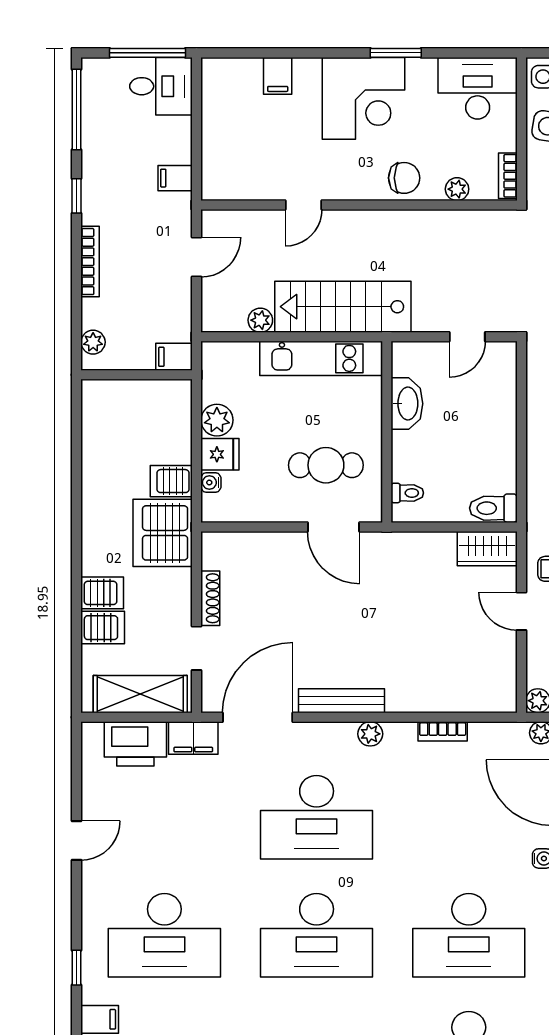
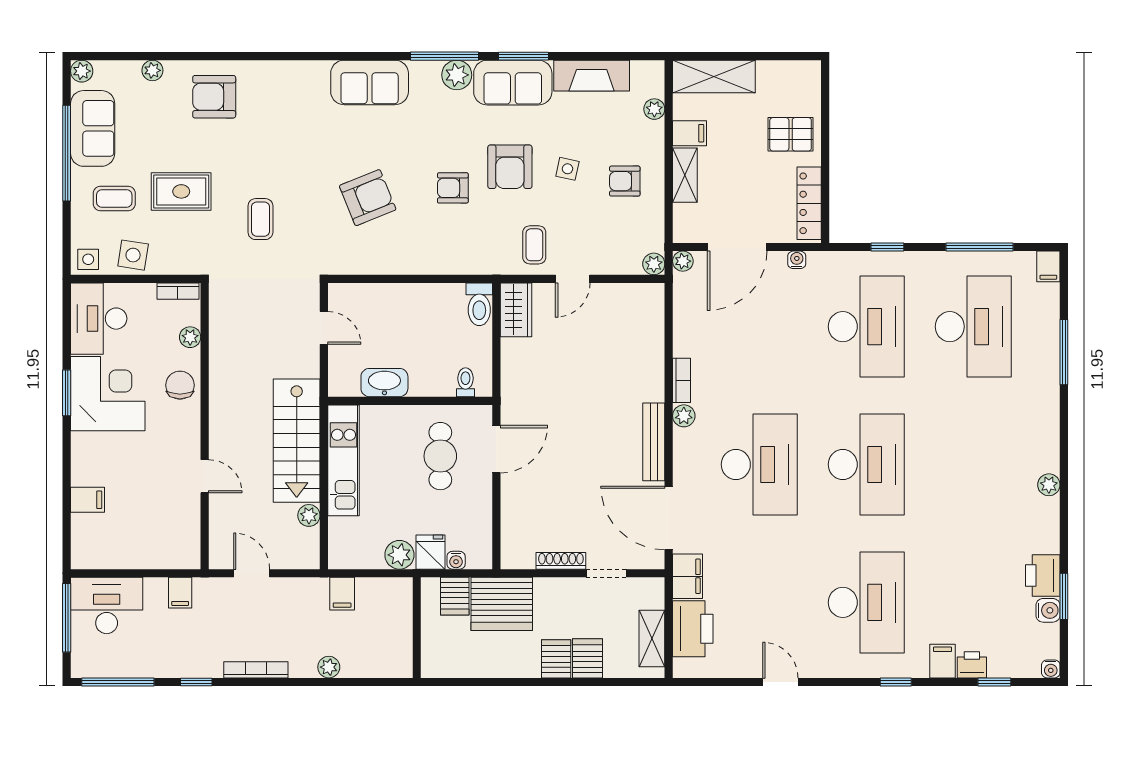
desk: (161, 86) -> (107, 605), width x1.37
corner desk: (364, 98) -> (108, 394), moved
wall: (137, 375) -> (417, 628), moved
shelving: (140, 694) -> (652, 638), width x0.67, depth x0.75
bookcase: (443, 731) -> (682, 380), moved

